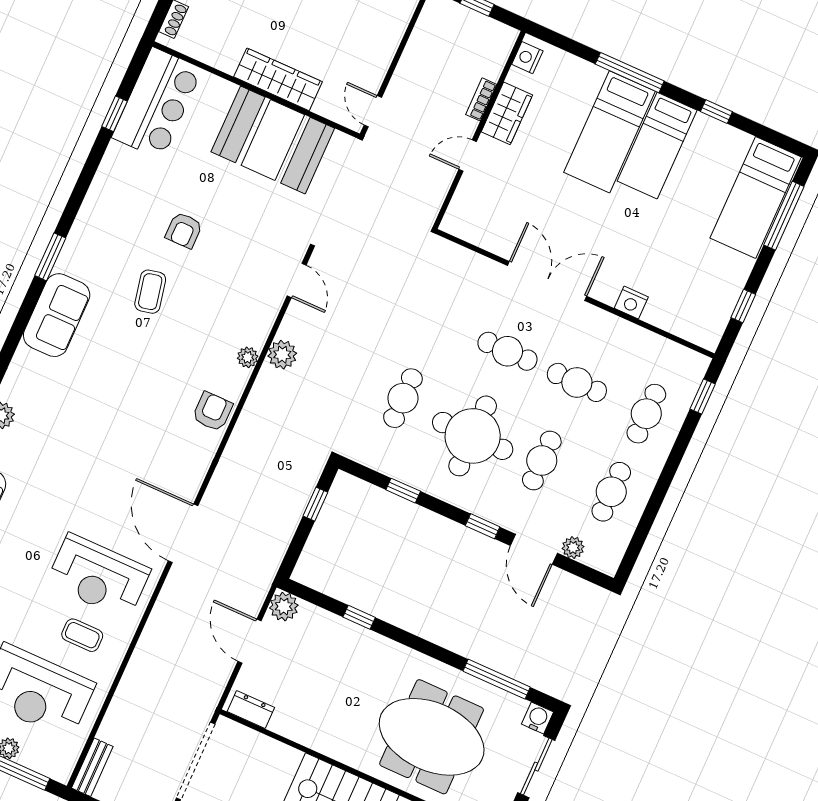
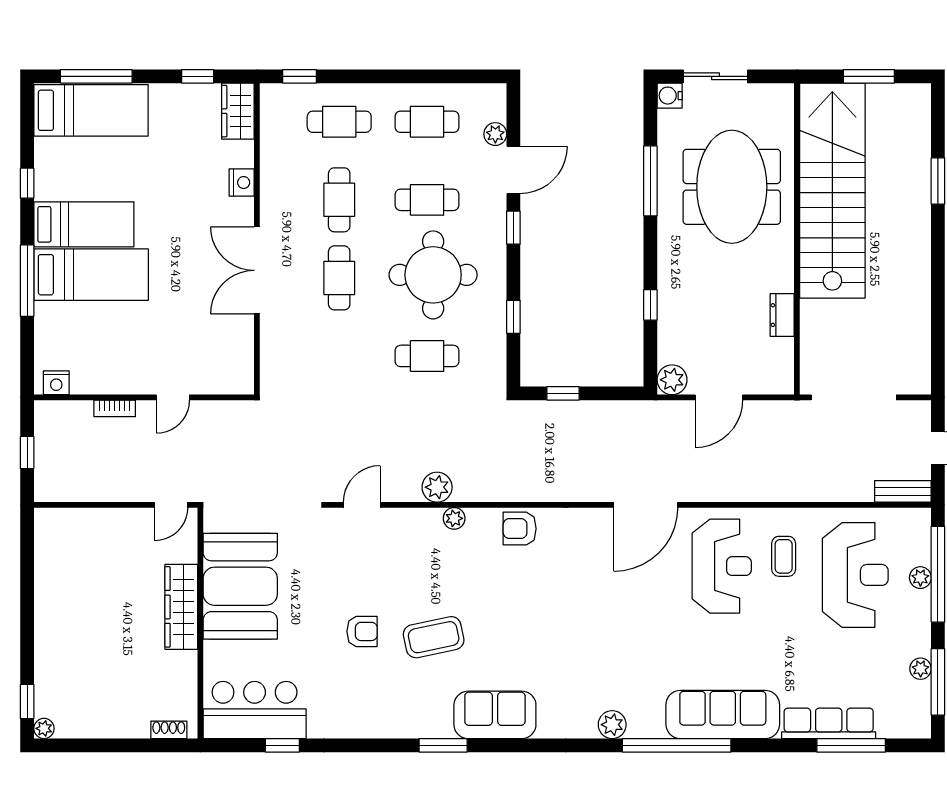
wardrobe: (507, 113) -> (238, 111), moved, turned -90
door: (468, 156) -> (173, 397), hinge flipped
coffee table: (150, 292) -> (434, 637), width x1.36, depth x1.30
window: (497, 679) -> (650, 181), moved
dresser: (251, 709) -> (782, 315), moved

